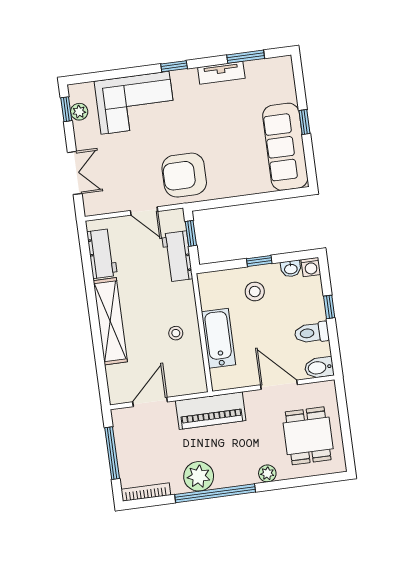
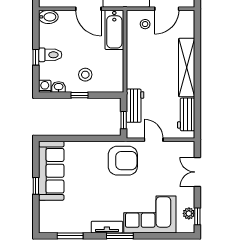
window: (174, 66) -> (120, 236), width x1.50
tv unit: (221, 73) -> (107, 227), moved
stool: (176, 333) -> (145, 24), moved
toilet: (312, 333) -> (50, 55), moved
bathtub: (218, 338) -> (114, 30), moved
door: (279, 385) -> (88, 9), moved

